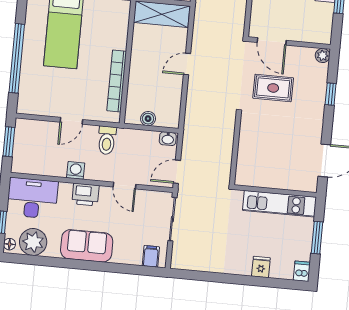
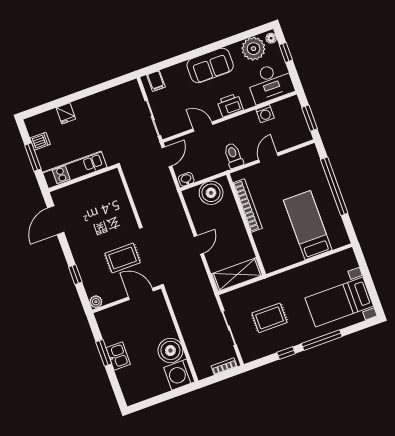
boiler: (148, 119) -> (211, 193), width x1.86, depth x1.86
washing machine: (76, 170) -> (265, 114), moved
dishwasher: (302, 271) -> (40, 141), moved, turned -90

